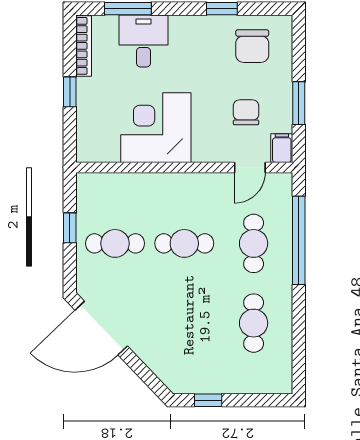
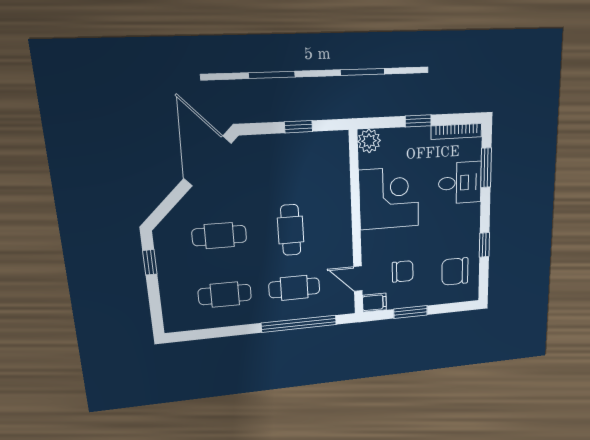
plant: (89, 149) -> (369, 141), added
cafe table: (115, 243) -> (219, 236), moved, turned 90

